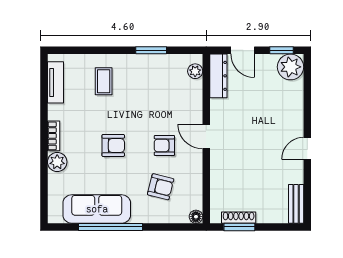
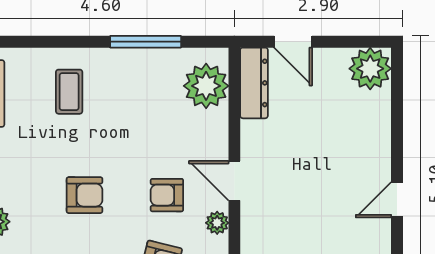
window: (151, 50) -> (146, 42), width x1.44
window: (282, 50) -> (356, 42), removed
plant: (195, 71) -> (206, 86), width x1.88, depth x1.88
plant: (196, 163) -> (217, 223), added

